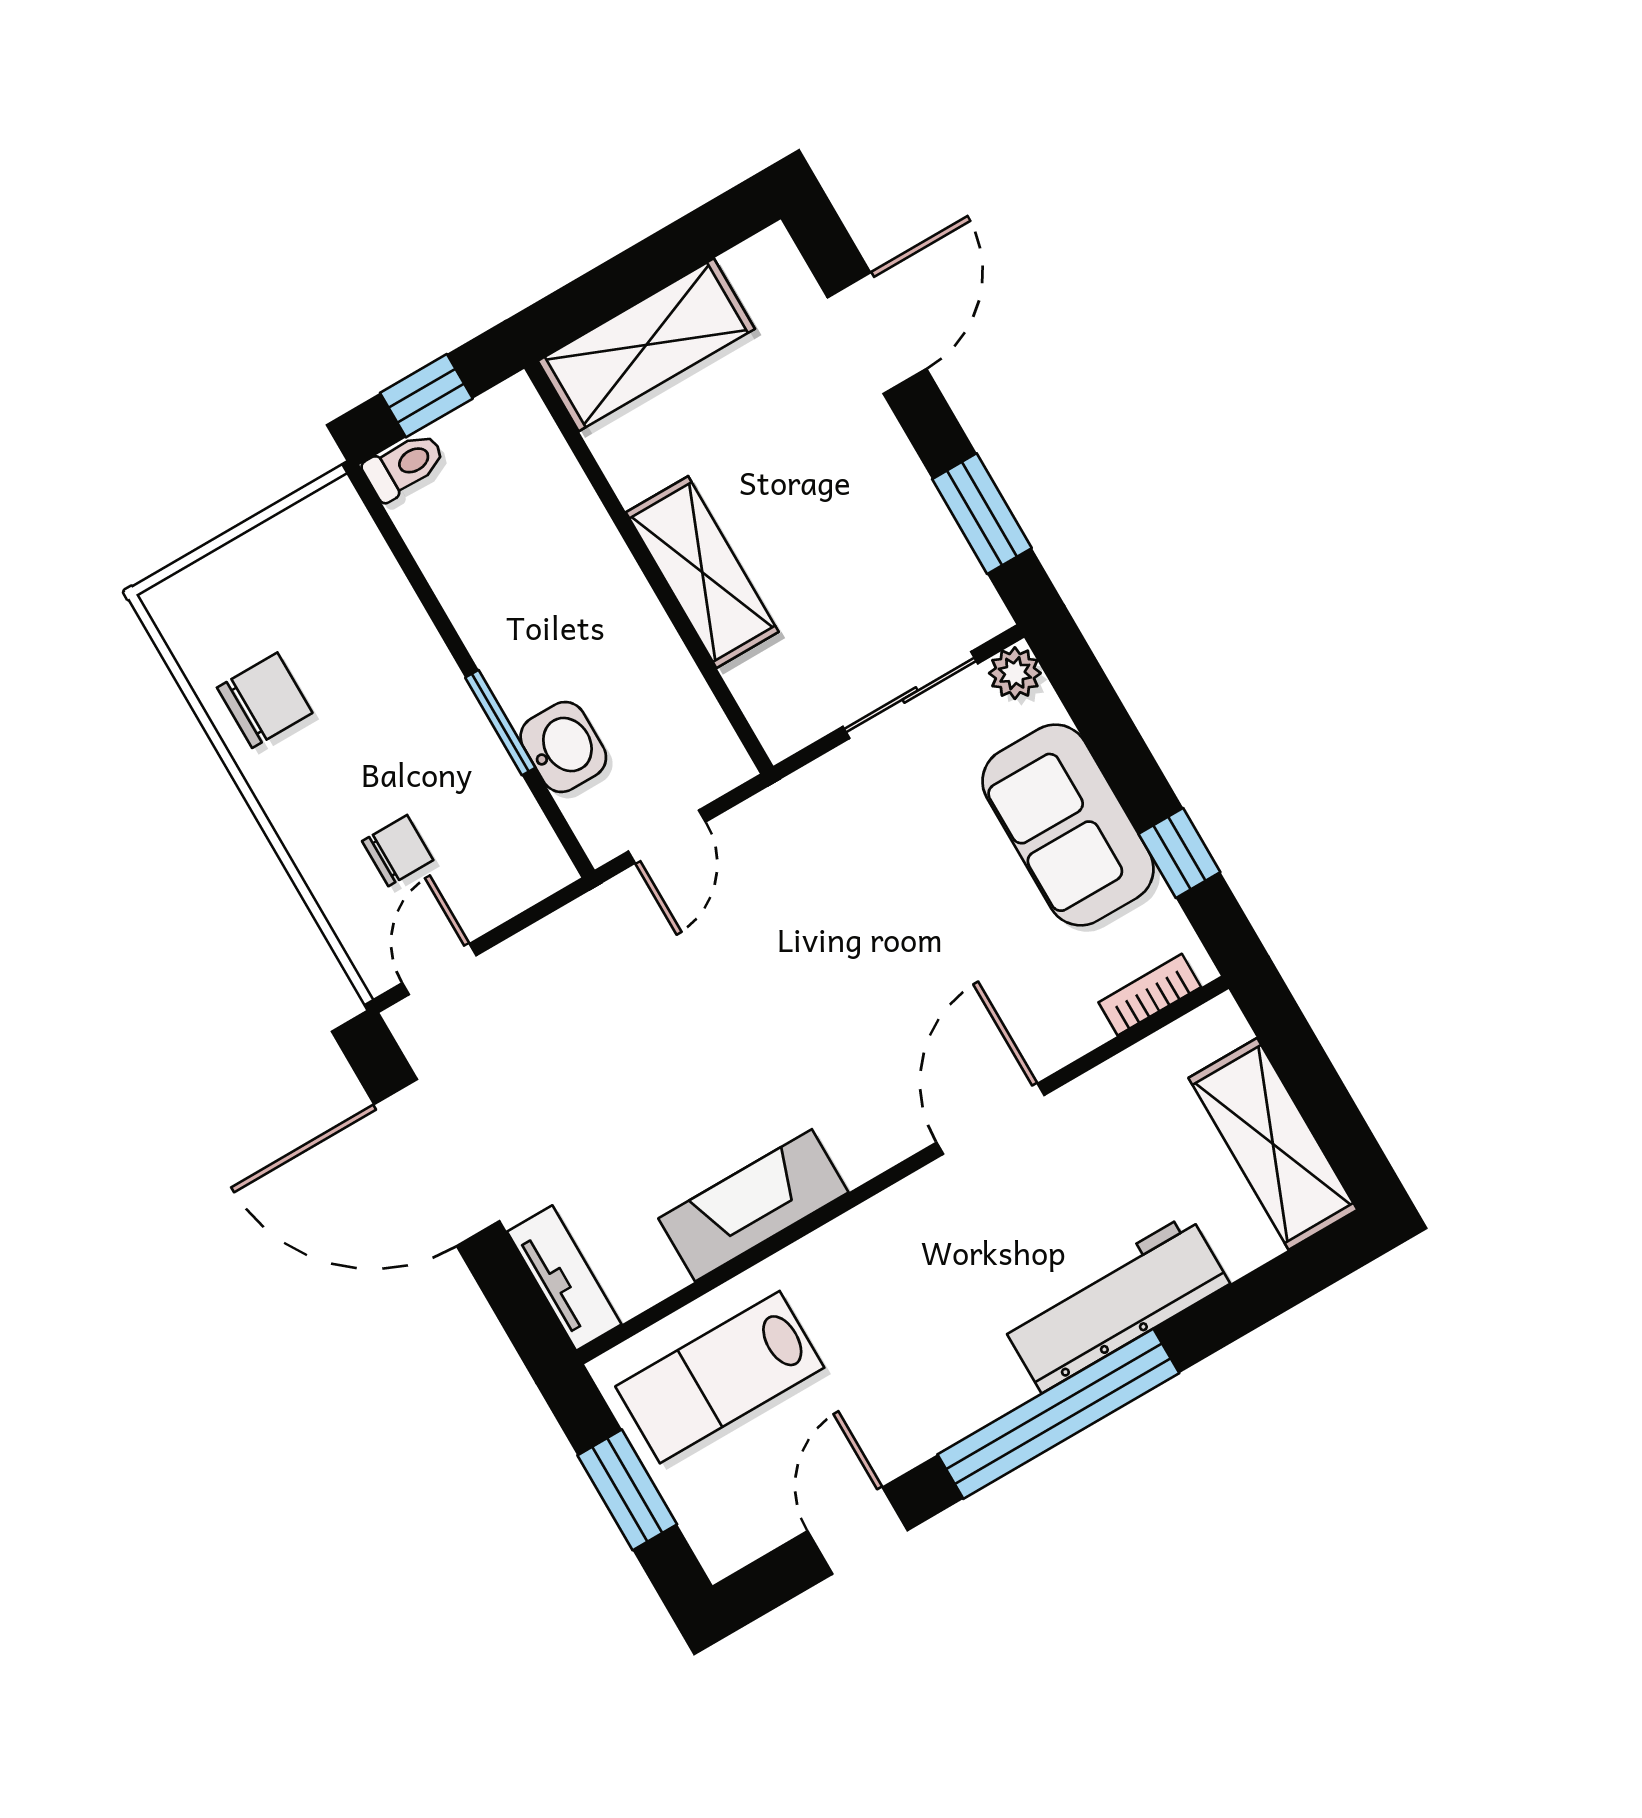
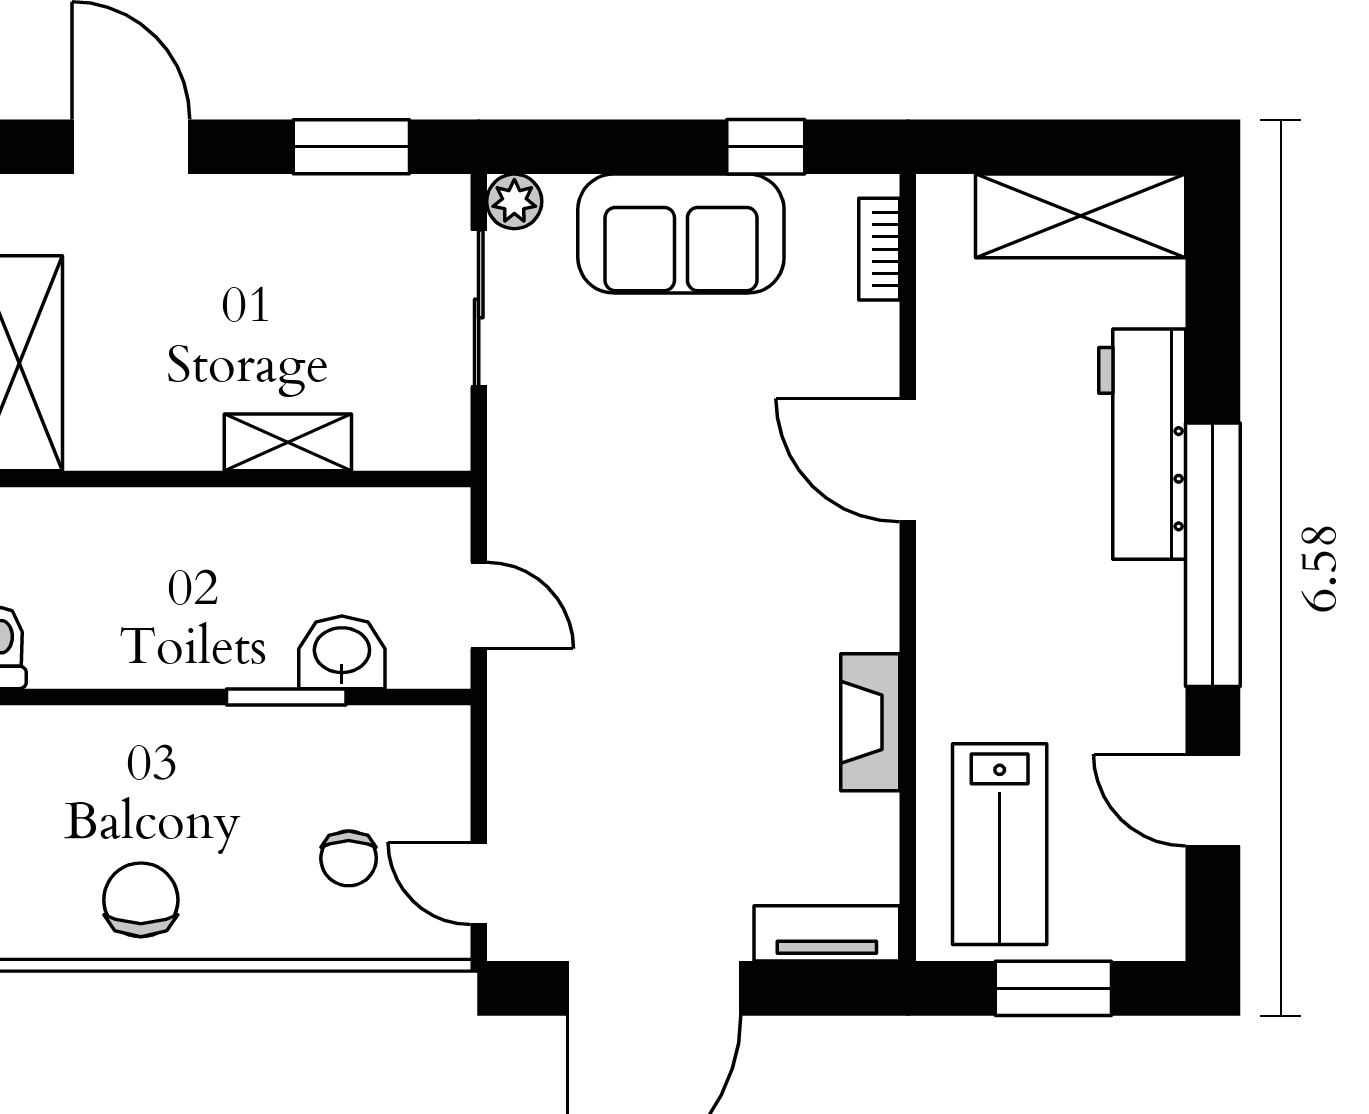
shelving: (702, 572) -> (288, 442), width x0.67, depth x0.75
chair: (398, 851) -> (349, 858), turned 180
fireplace: (753, 1205) -> (870, 722), width x0.73, depth x0.76

